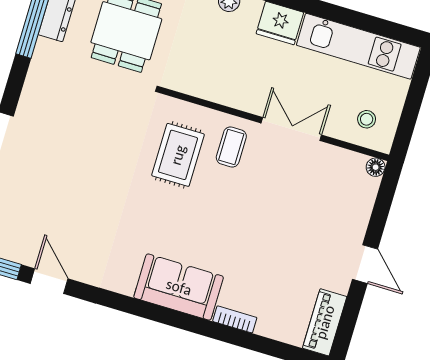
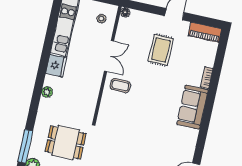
double door: (291, 129) -> (109, 56), swing flipped
rug: (178, 155) -> (161, 50), moved, turned 90

